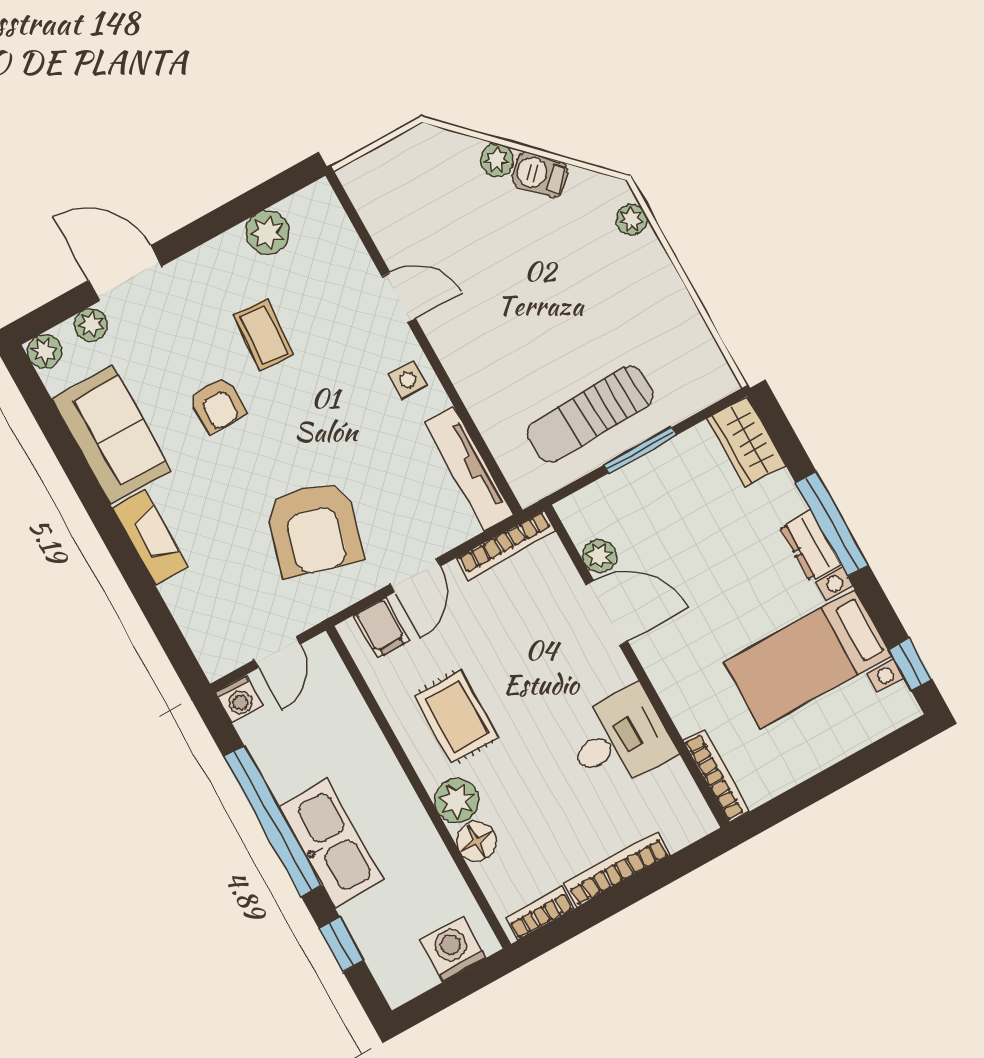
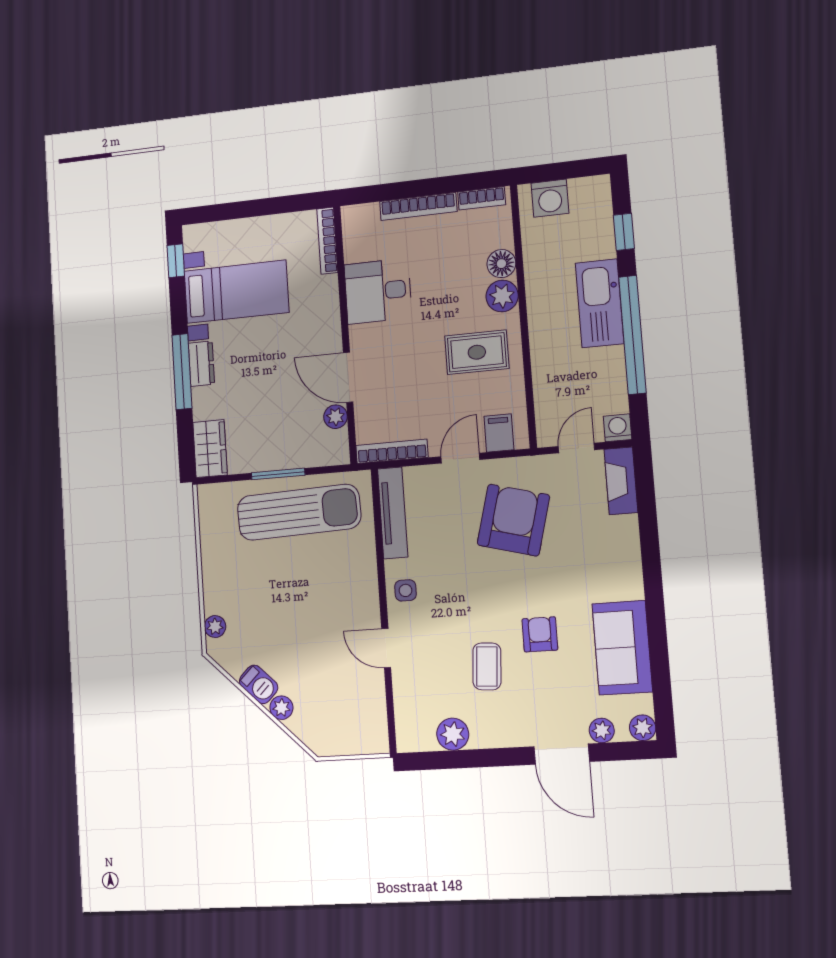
sun lounger: (590, 414) -> (299, 512), width x1.36, depth x1.34
fireplace: (150, 537) -> (621, 481), moved
rug: (456, 716) -> (477, 352), turned 90

